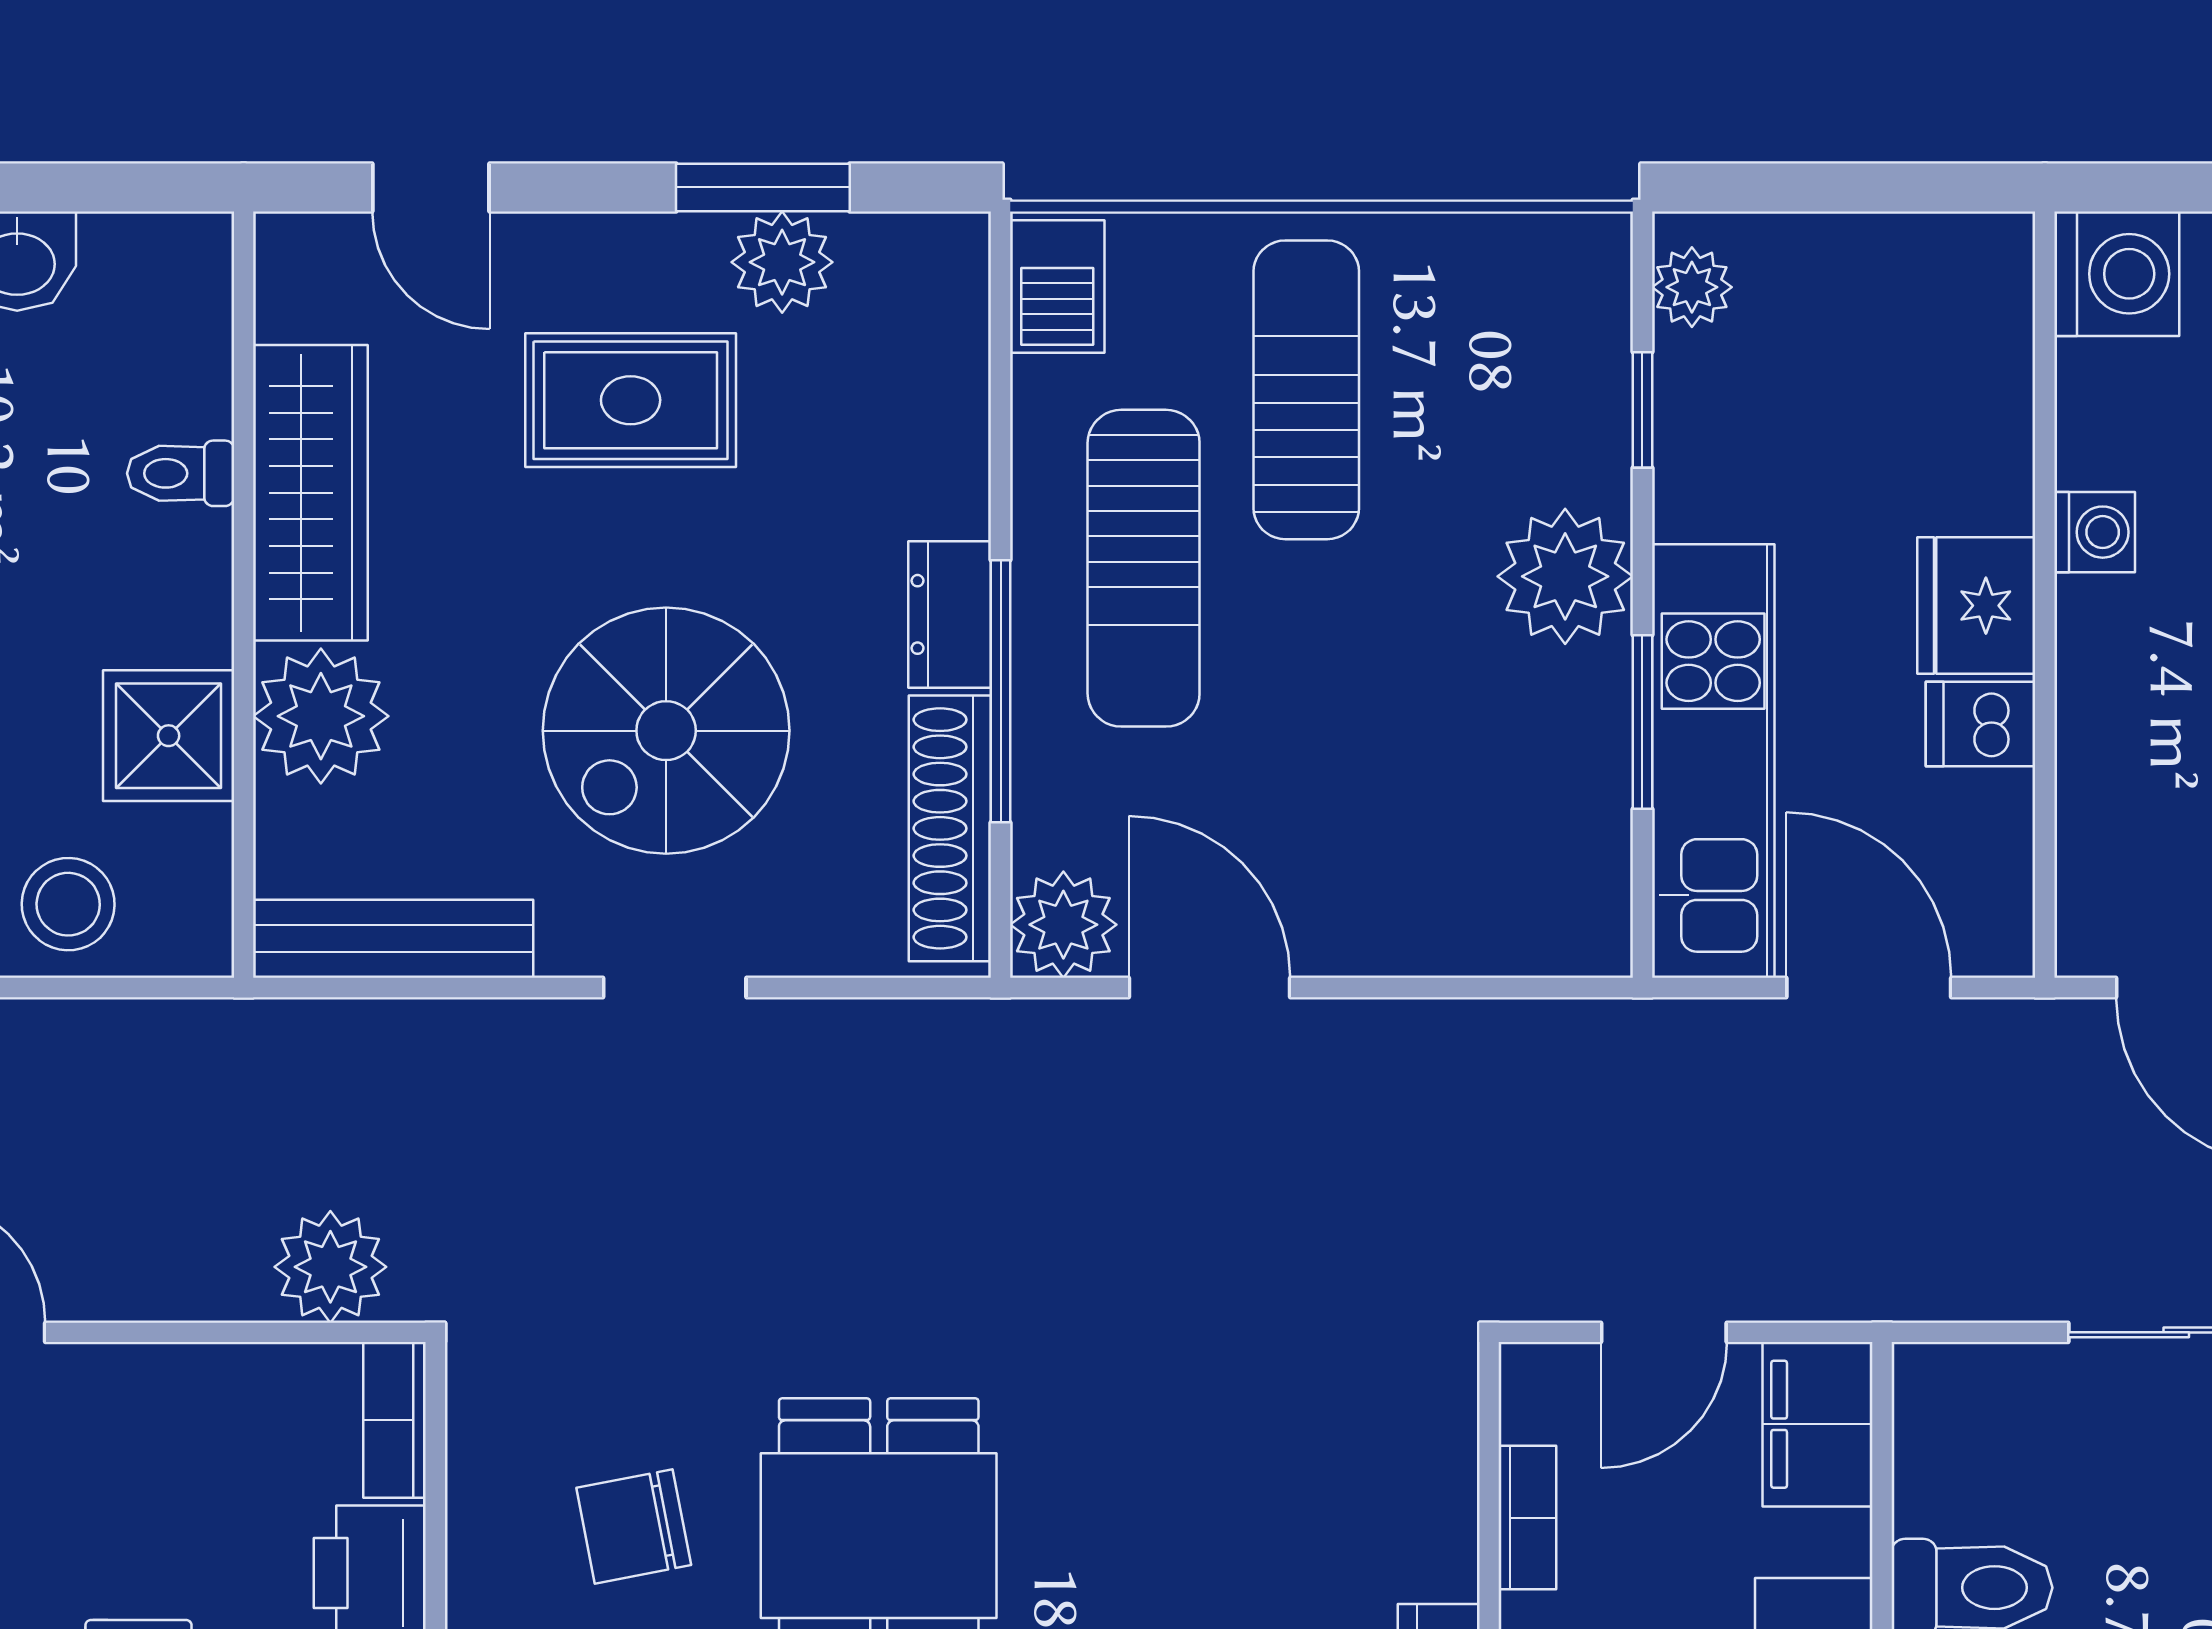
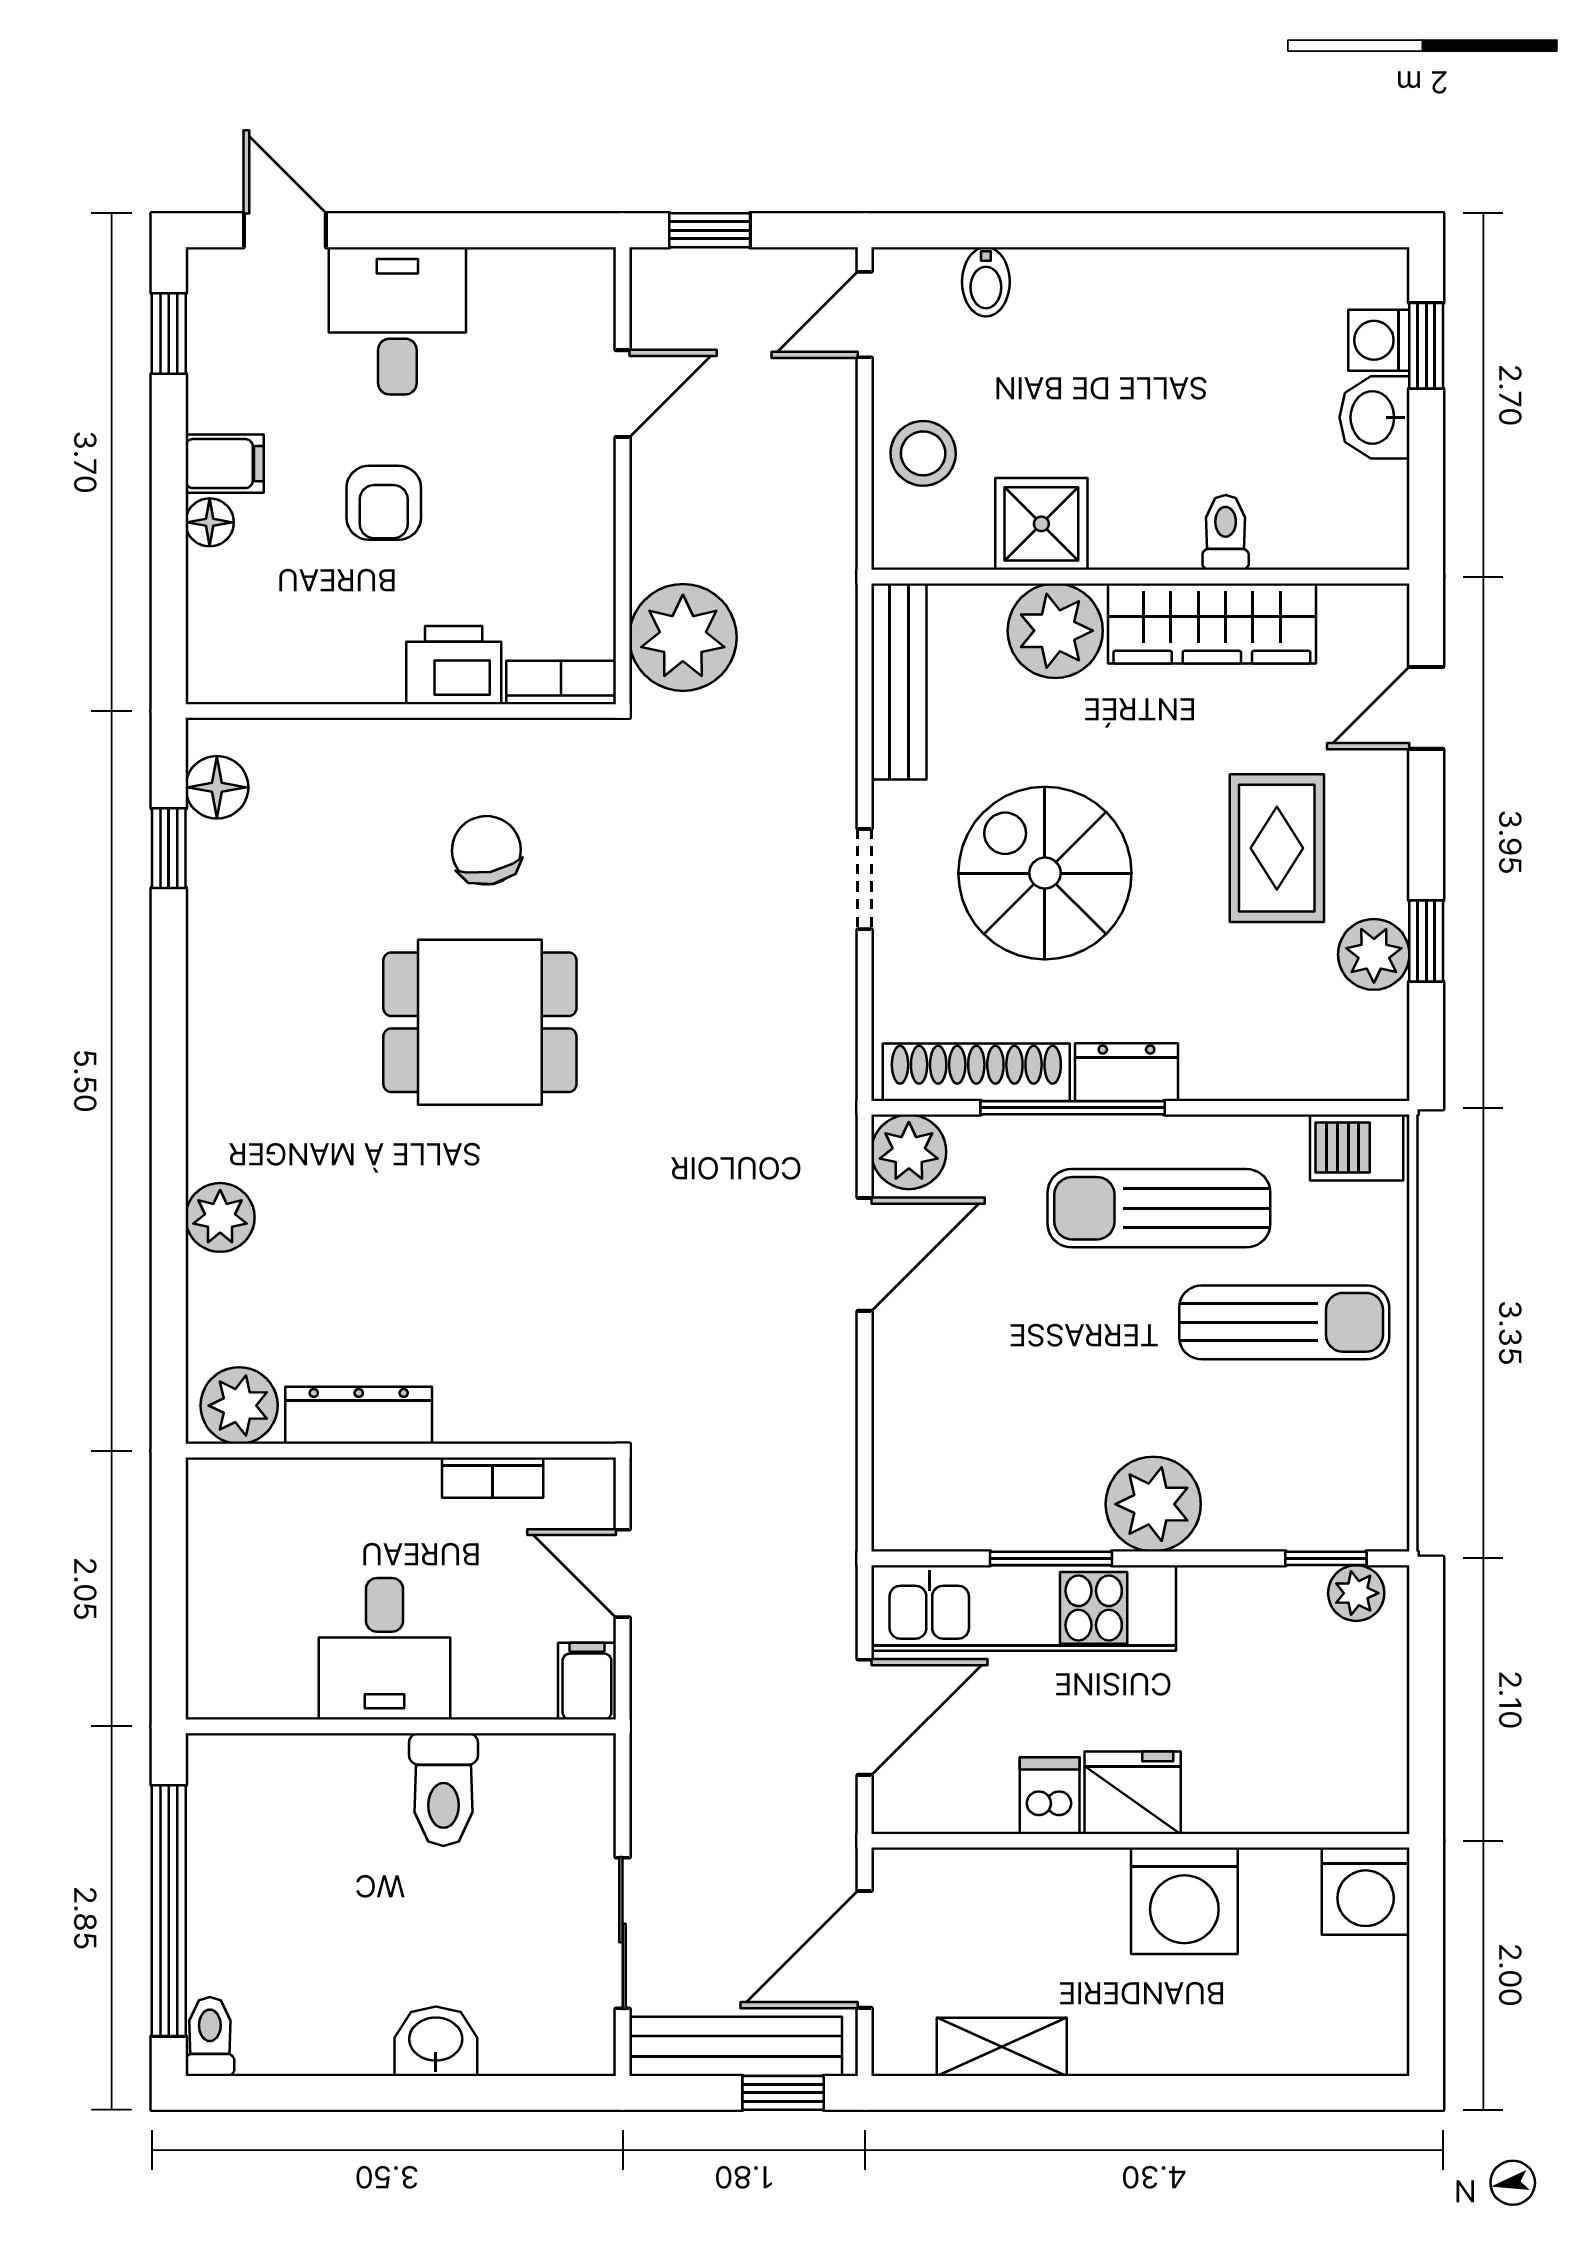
window: (763, 187) -> (1426, 941), width x0.67
window: (1642, 410) -> (1326, 1558), moved
washing machine: (2095, 532) -> (1184, 1901), width x1.89, depth x1.89
plant: (330, 1267) -> (683, 637), width x1.36, depth x1.36
filing cabinet: (1817, 1424) -> (587, 1681), width x0.50

